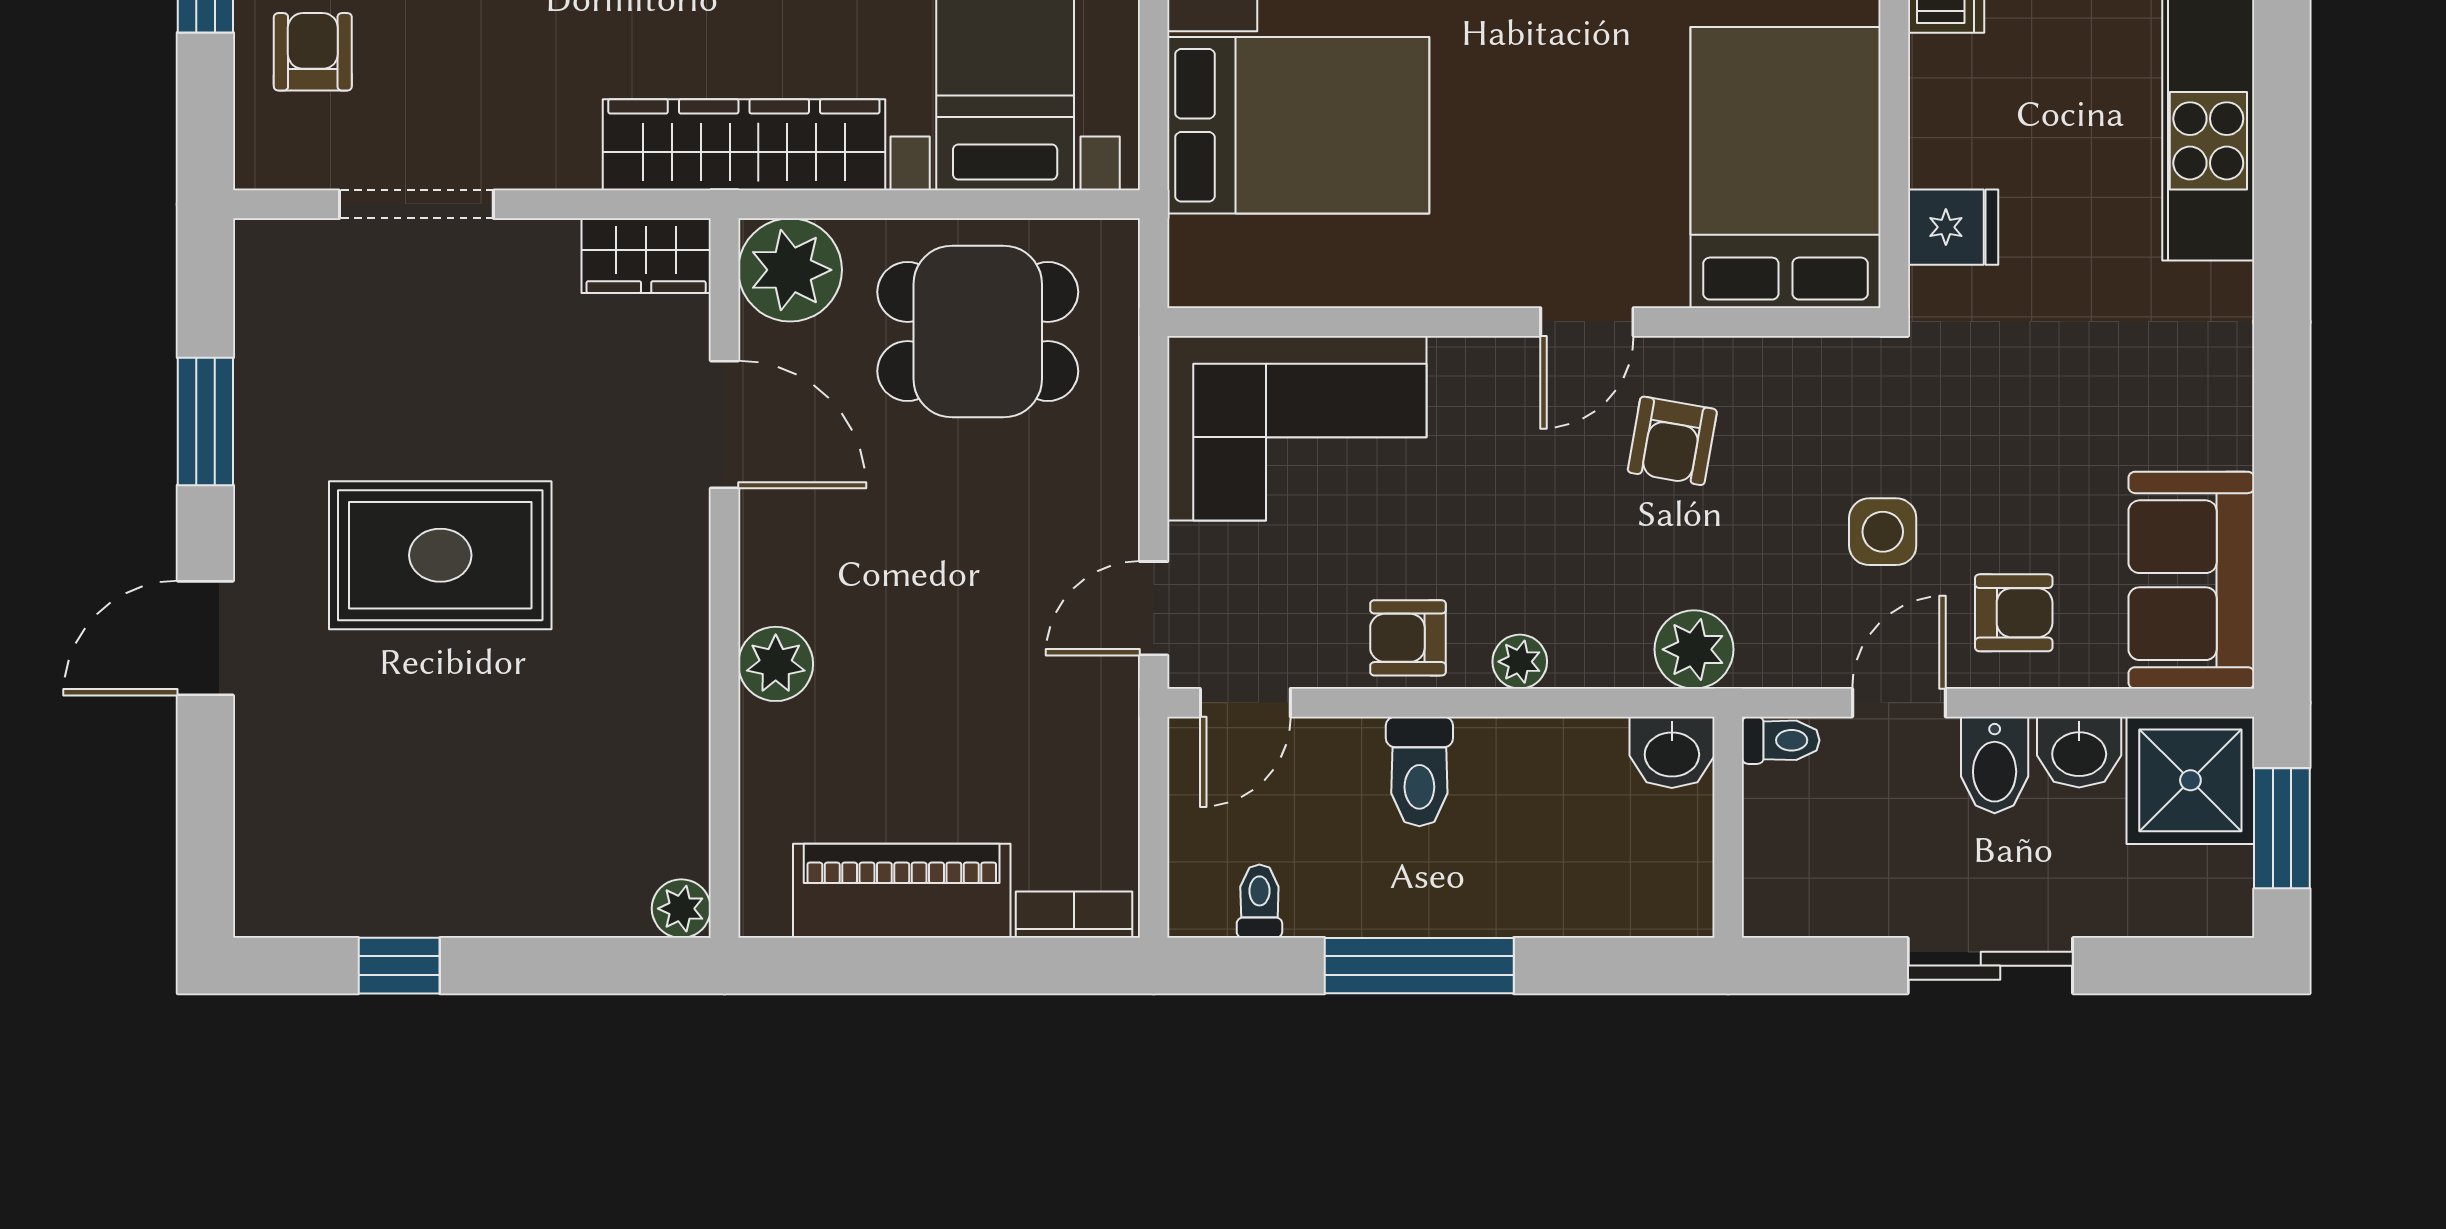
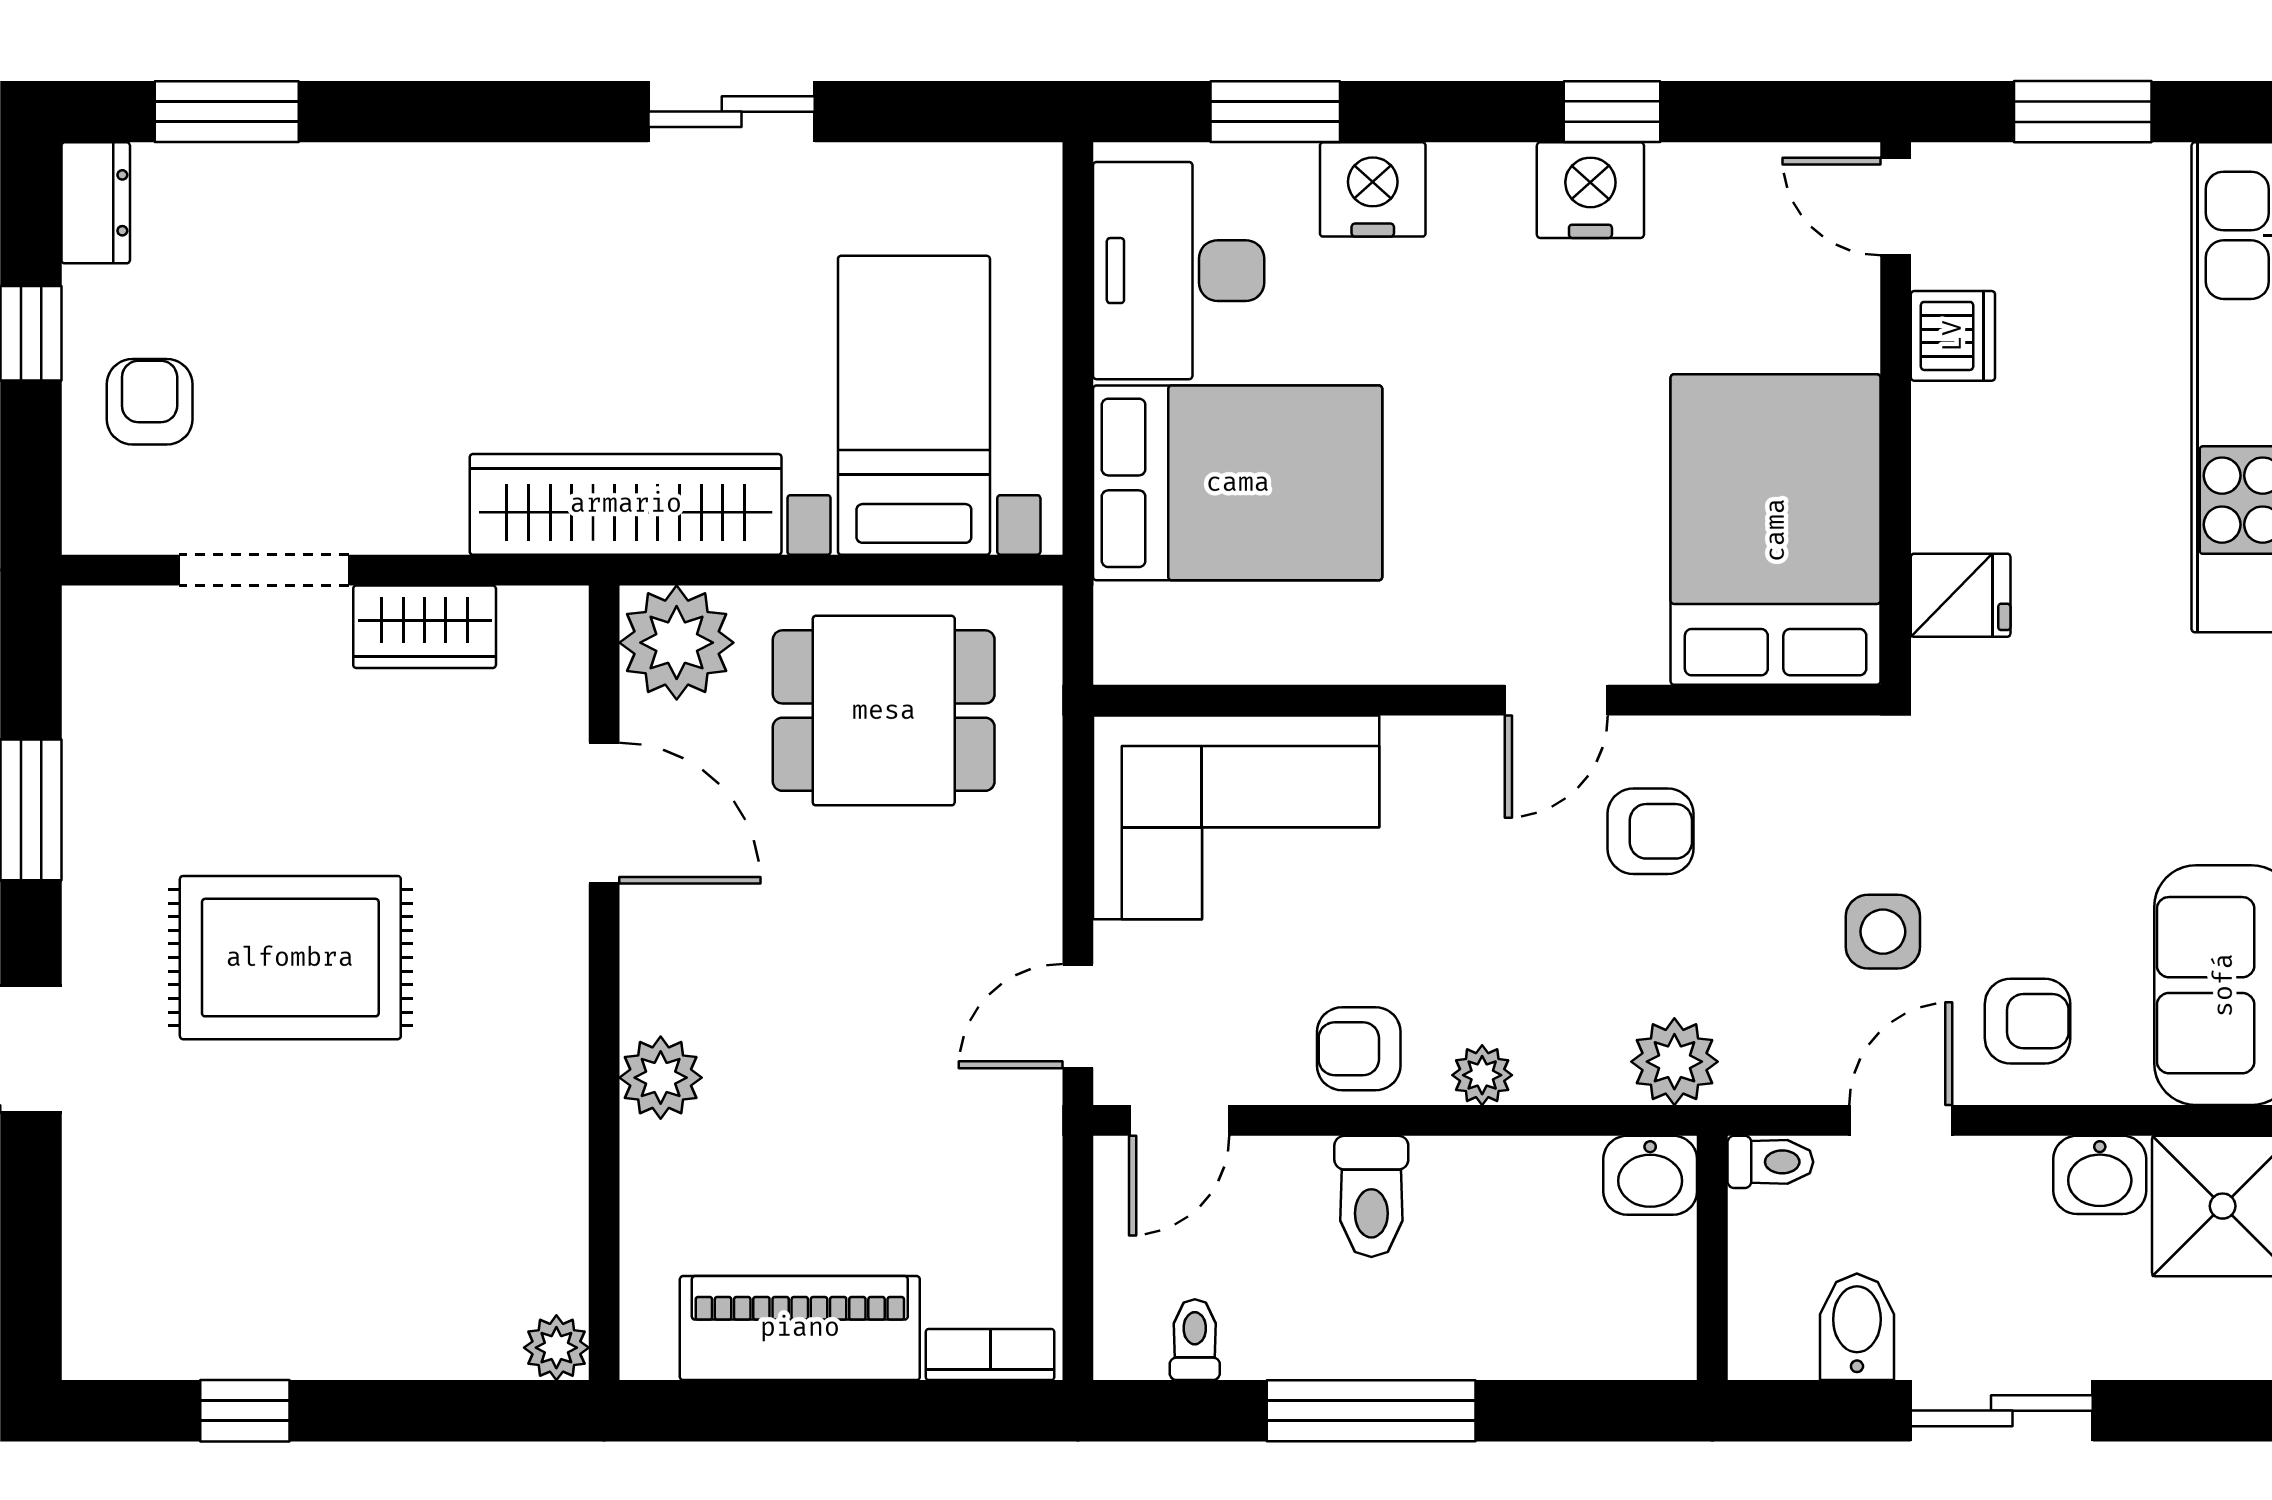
wardrobe: (646, 256) -> (425, 627), moved
armchair: (1672, 441) -> (1651, 831), turned -100
bidet: (1995, 765) -> (1857, 1327), moved, turned 180

